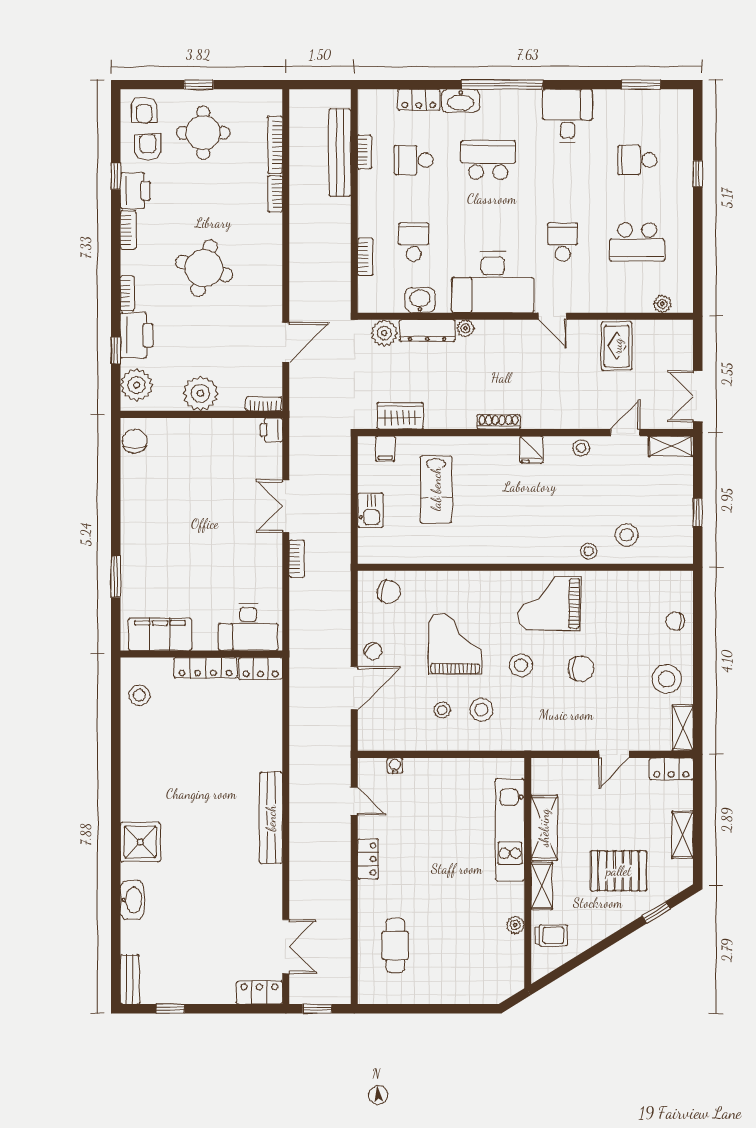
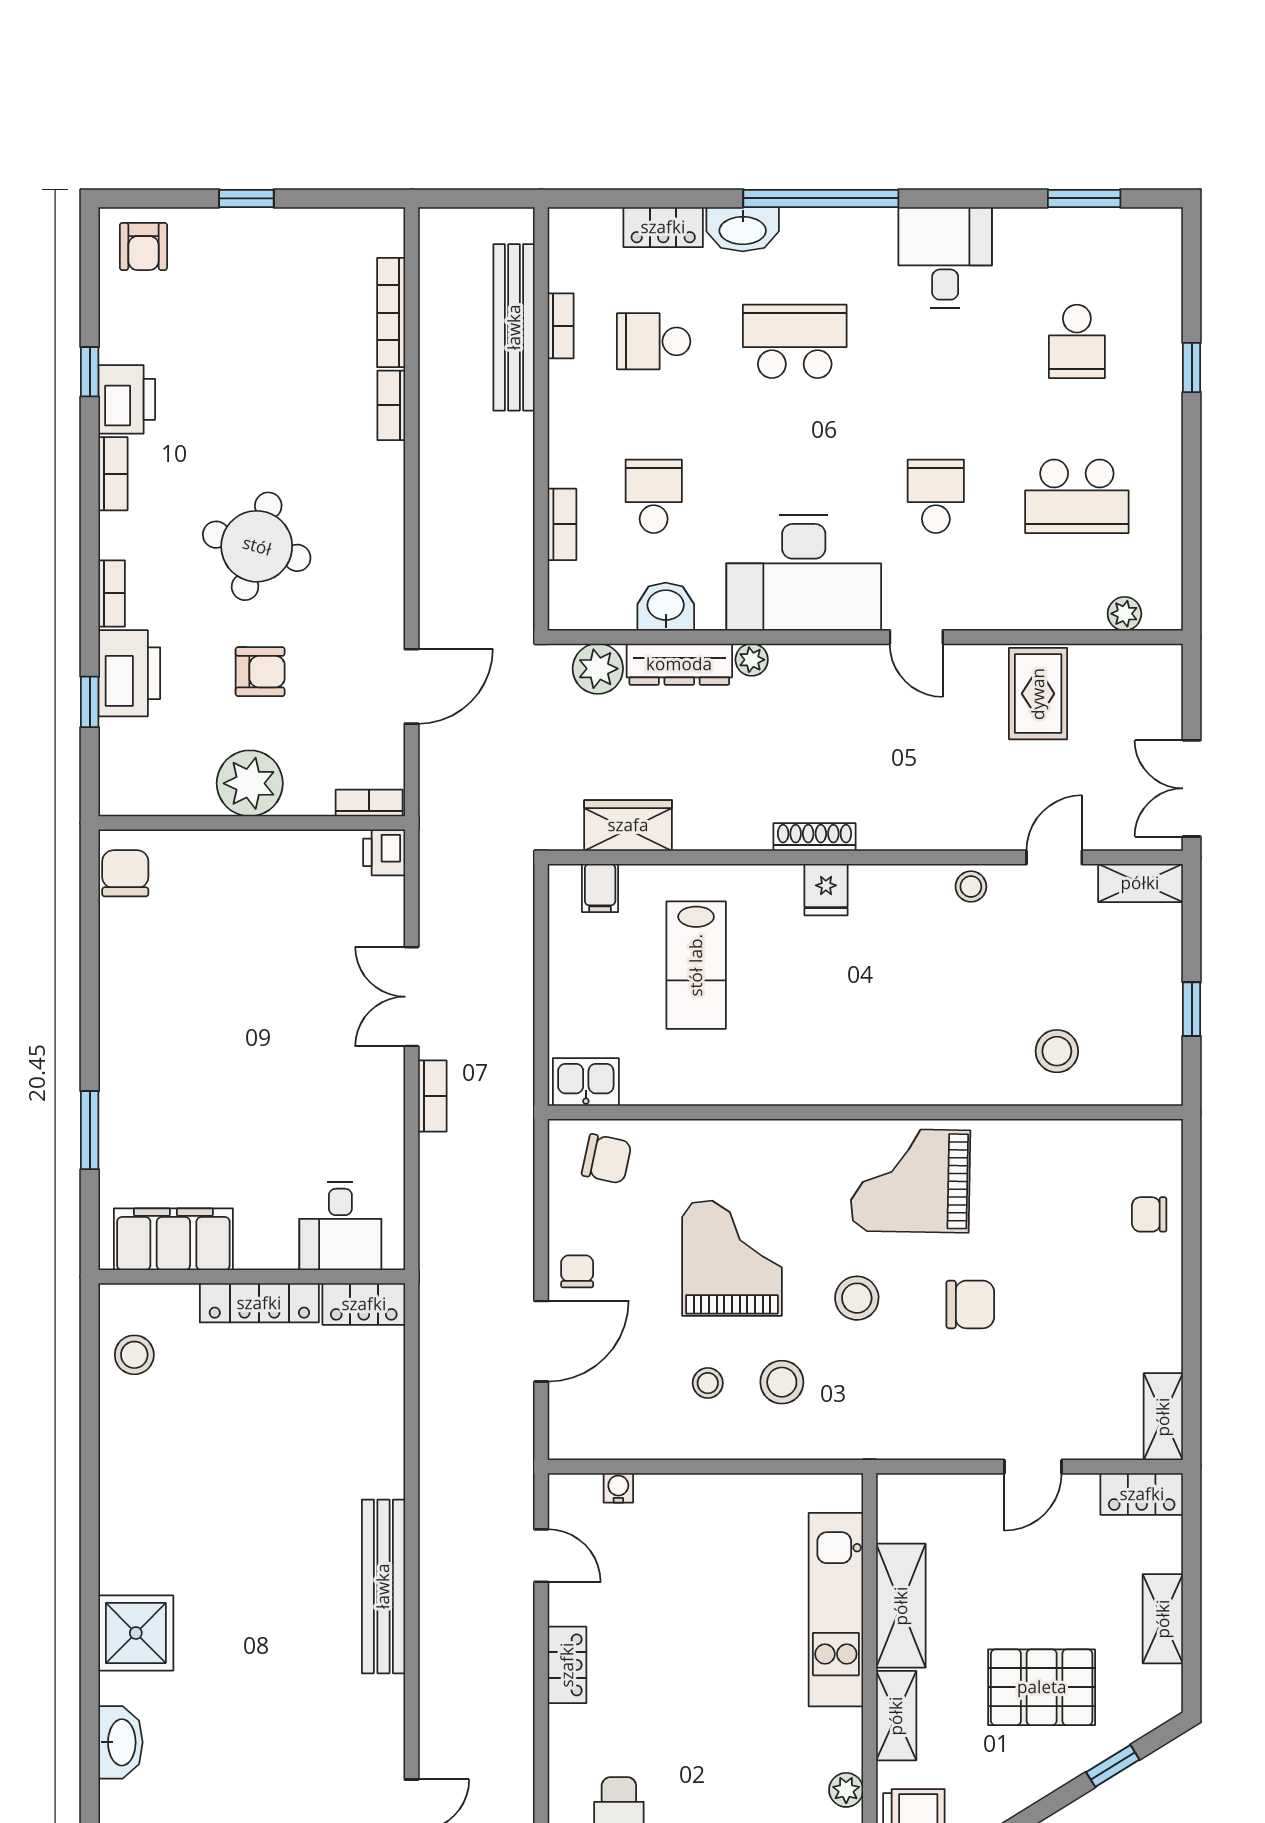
round table: (203, 133) -> (255, 290), removed
armchair: (148, 147) -> (260, 672), moved, turned 90
school desk: (637, 160) -> (1077, 341), turned -90
plant: (137, 385) -> (129, 767), removed
fridge: (531, 450) -> (826, 890), moved
kitchen sink: (370, 510) -> (586, 1082), moved, turned -90
stool: (589, 551) -> (985, 1082), removed
desk: (248, 627) -> (340, 1226), width x0.73
chair: (373, 651) -> (577, 1271), turned -137
stool: (667, 679) -> (1133, 1324), removed

